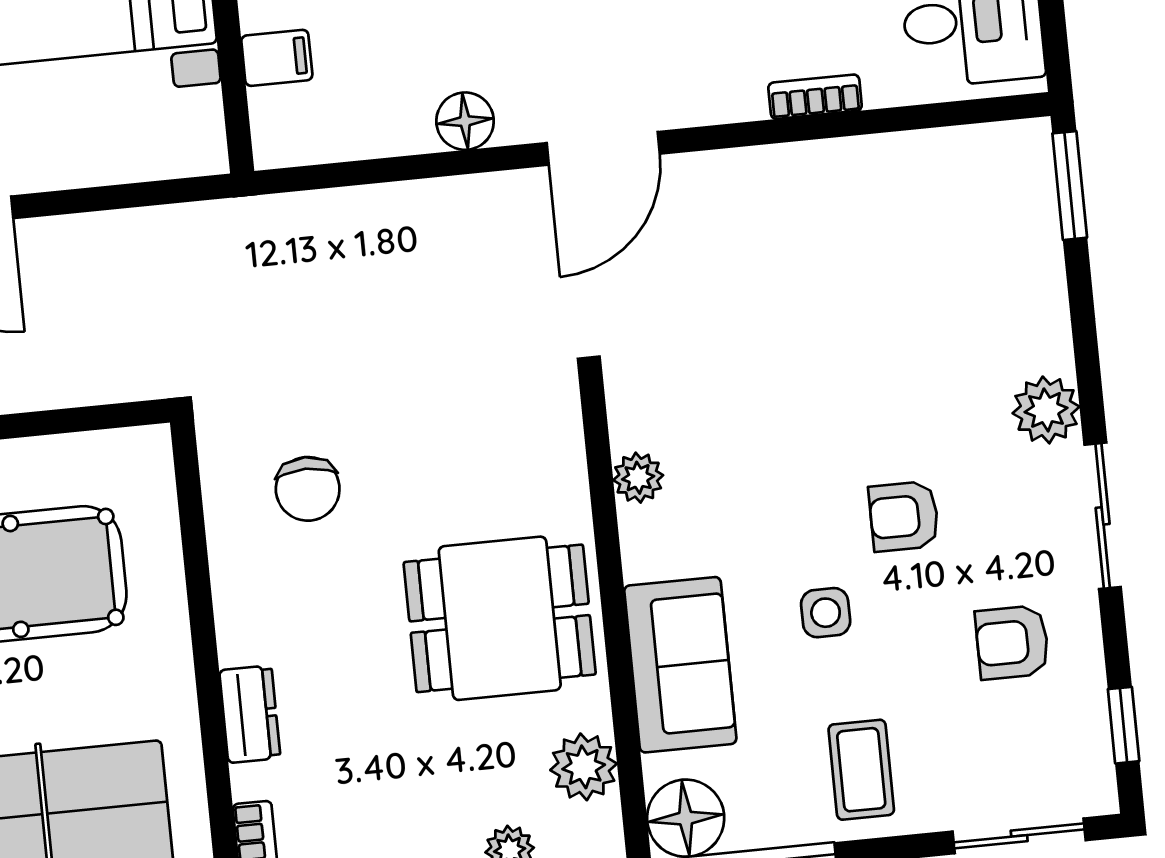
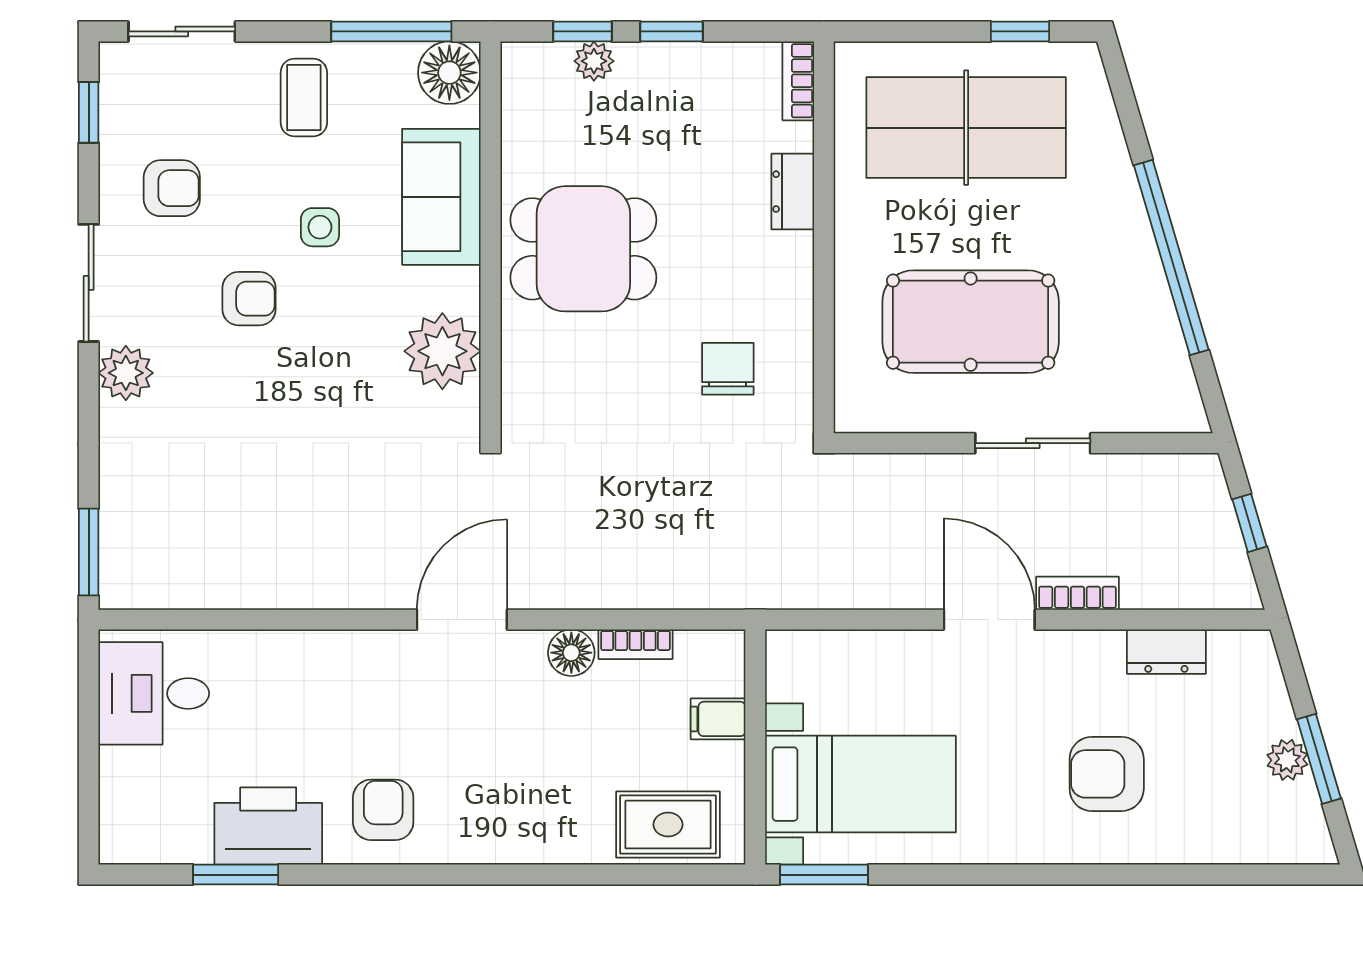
bookcase: (815, 97) -> (636, 644), moved
plant: (638, 478) -> (442, 351), width x1.88, depth x1.88
plant: (584, 767) -> (528, 122), removed

